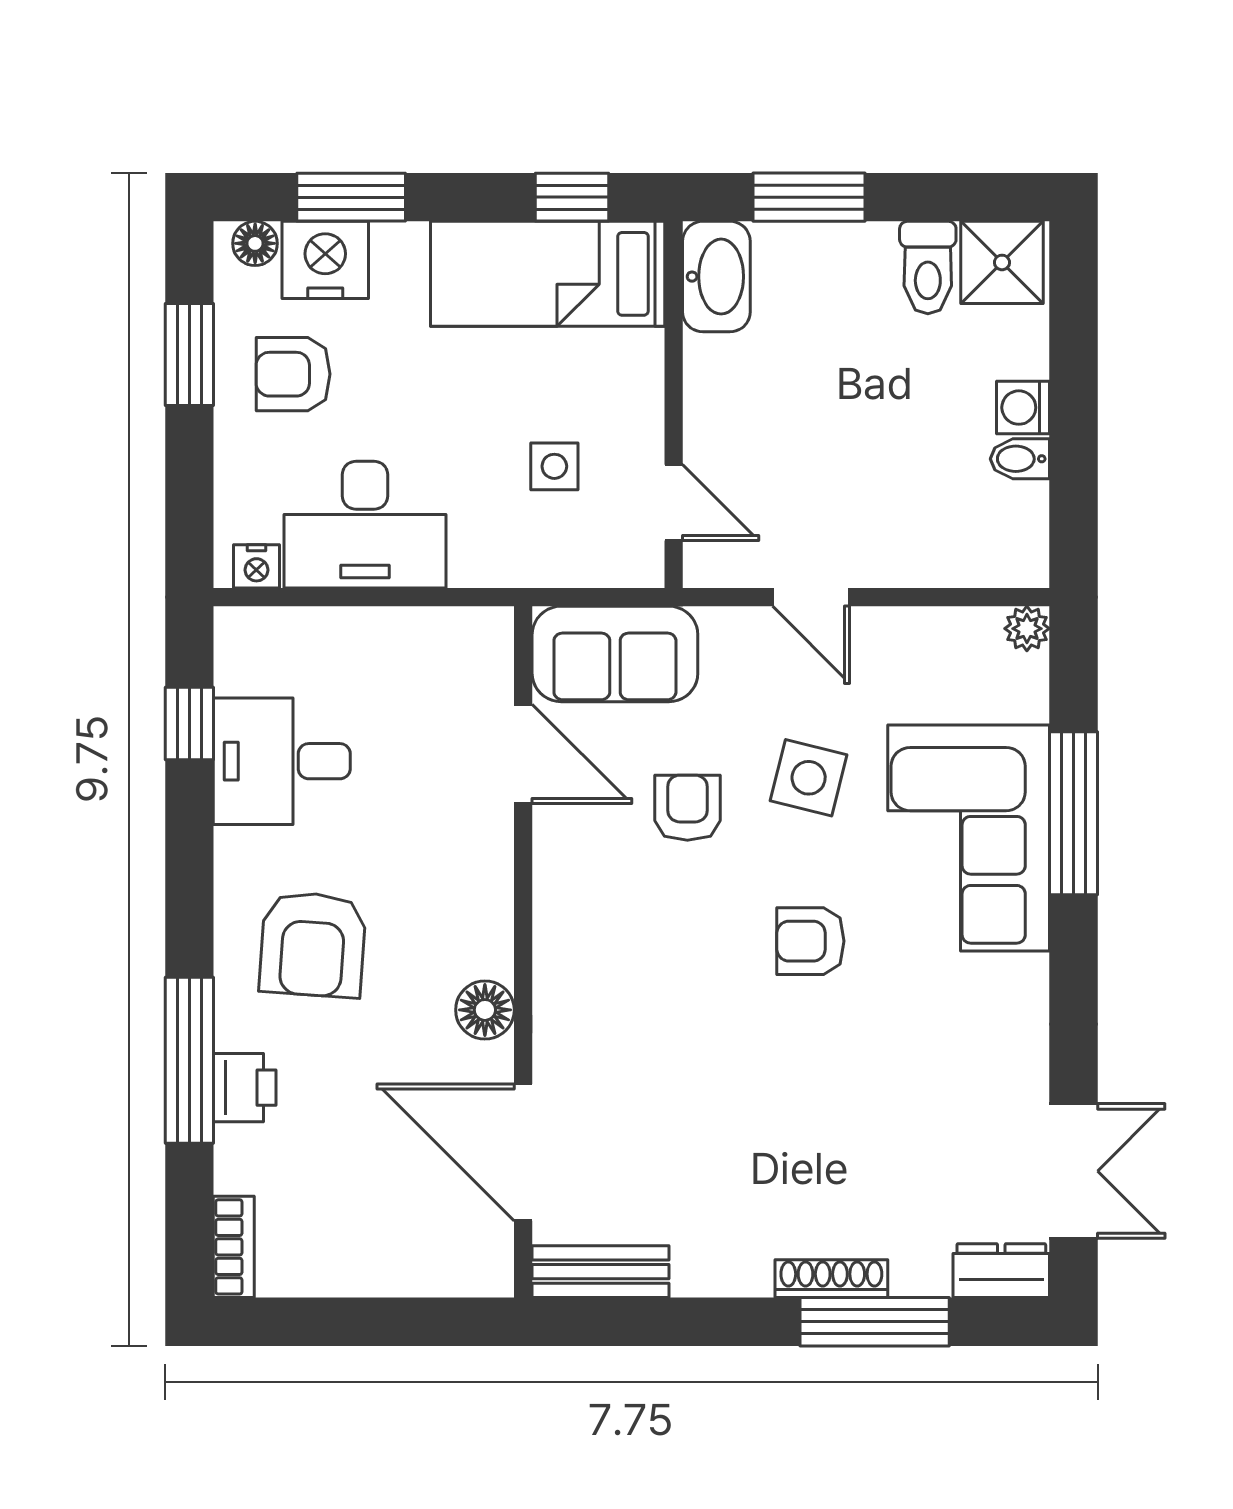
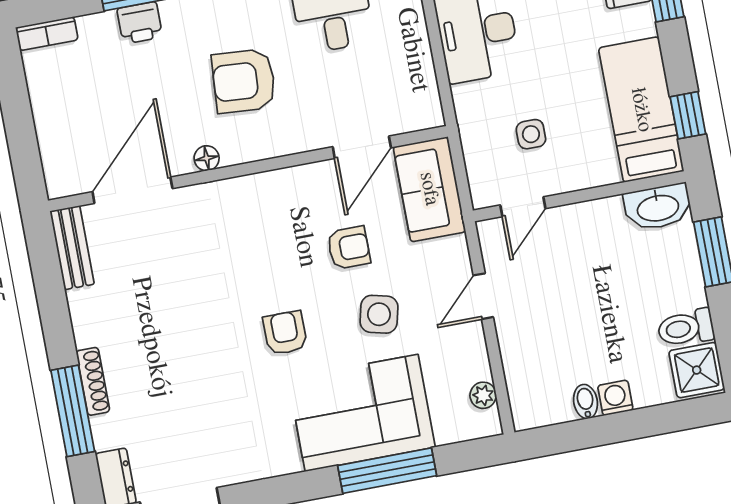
plant: (1027, 629) -> (483, 395), moved
armchair: (313, 944) -> (244, 81), moved
floor lamp: (485, 1010) -> (207, 158), width x0.73, depth x0.73

